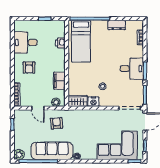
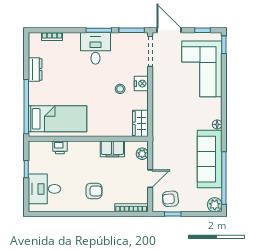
desk: (26, 43) -> (44, 189), moved, turned 90
nightstand: (93, 102) -> (141, 84), moved
armchair: (57, 123) -> (170, 199), moved

